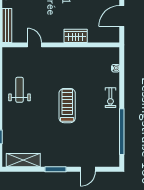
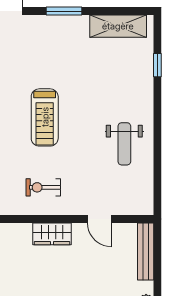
wardrobe: (76, 36) -> (52, 234), moved
exercise bike: (68, 64) -> (43, 187), added

